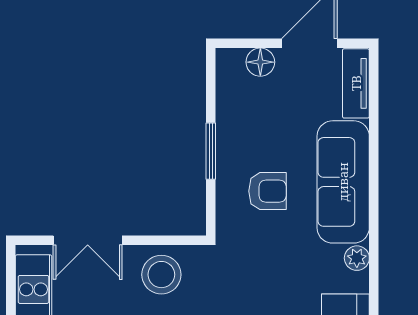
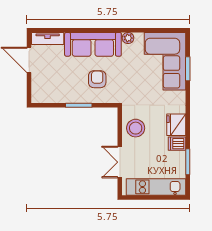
floor lamp: (260, 62) -> (38, 82), removed
double door: (88, 240) -> (120, 162), swing flipped

